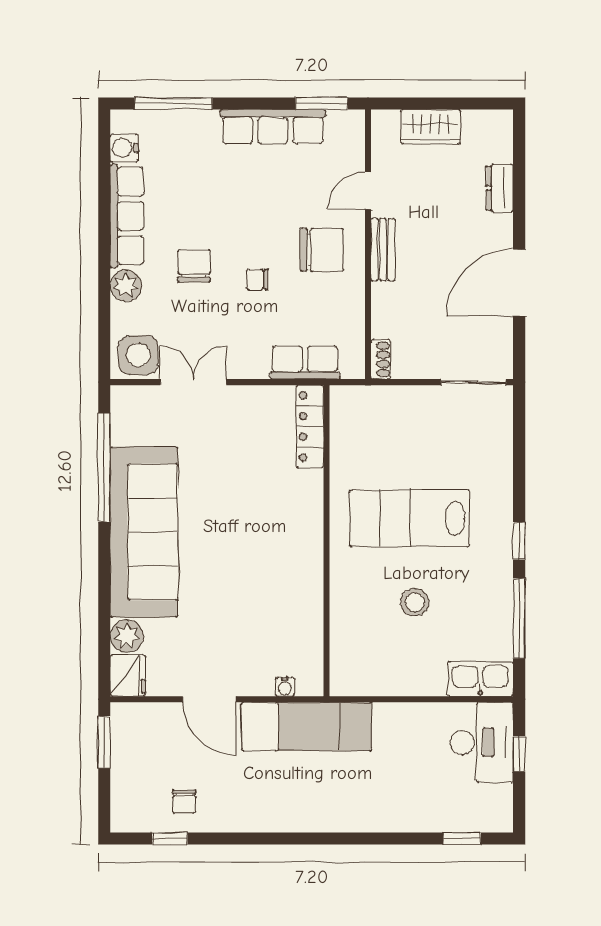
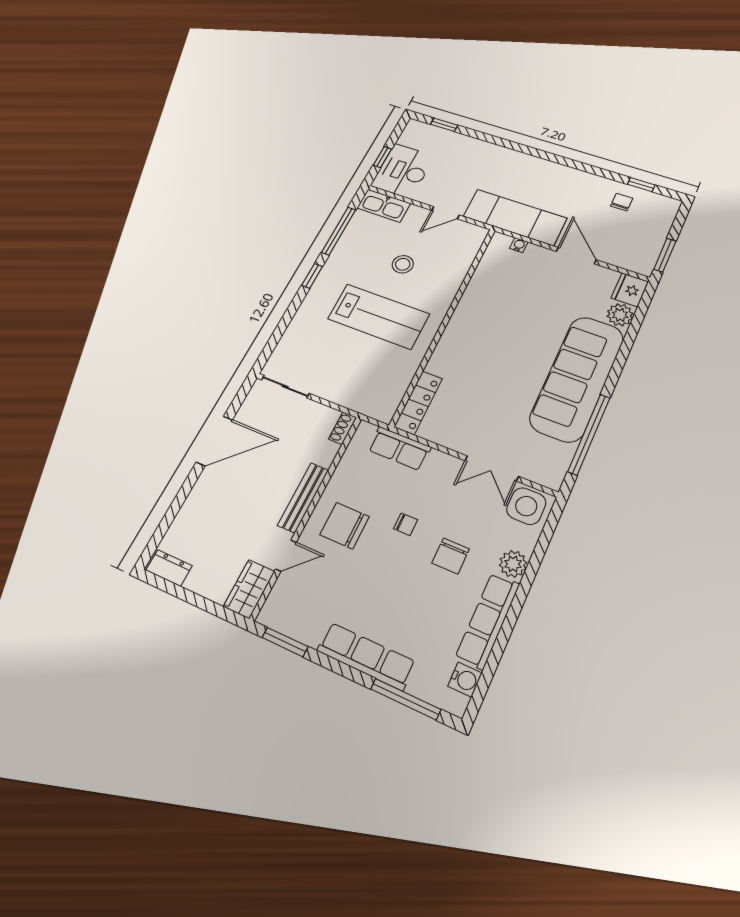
row of seats: (273, 127) -> (366, 656), moved
wardrobe: (431, 127) -> (249, 589), moved, turned -90
dresser: (500, 188) -> (169, 568), moved, turned -90
bench: (383, 250) -> (303, 498), width x1.36
door: (397, 699) -> (445, 213), added

